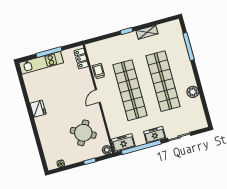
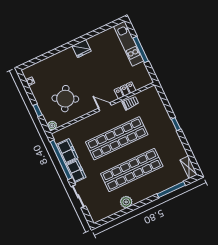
shelving: (147, 32) -> (189, 167), moved
locker: (81, 59) -> (125, 90), moved
freezer: (123, 143) -> (67, 151), moved

